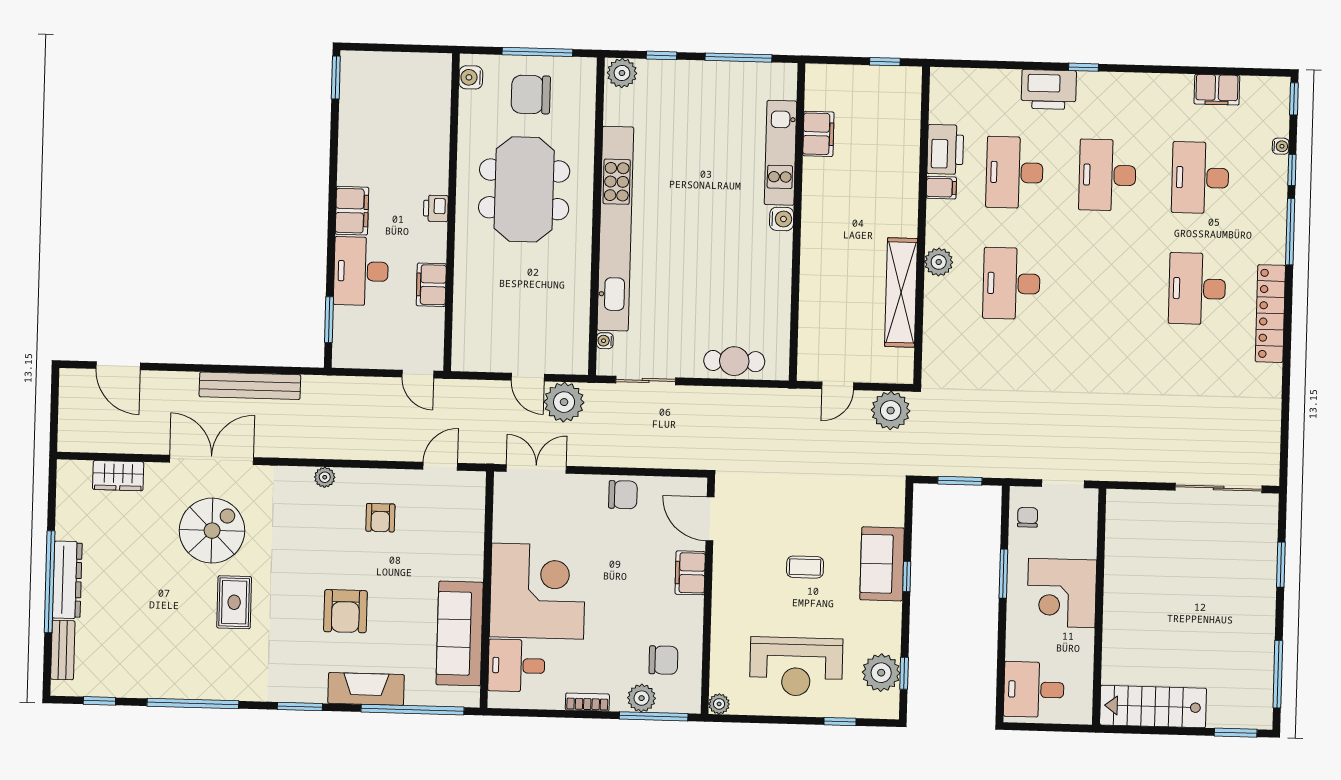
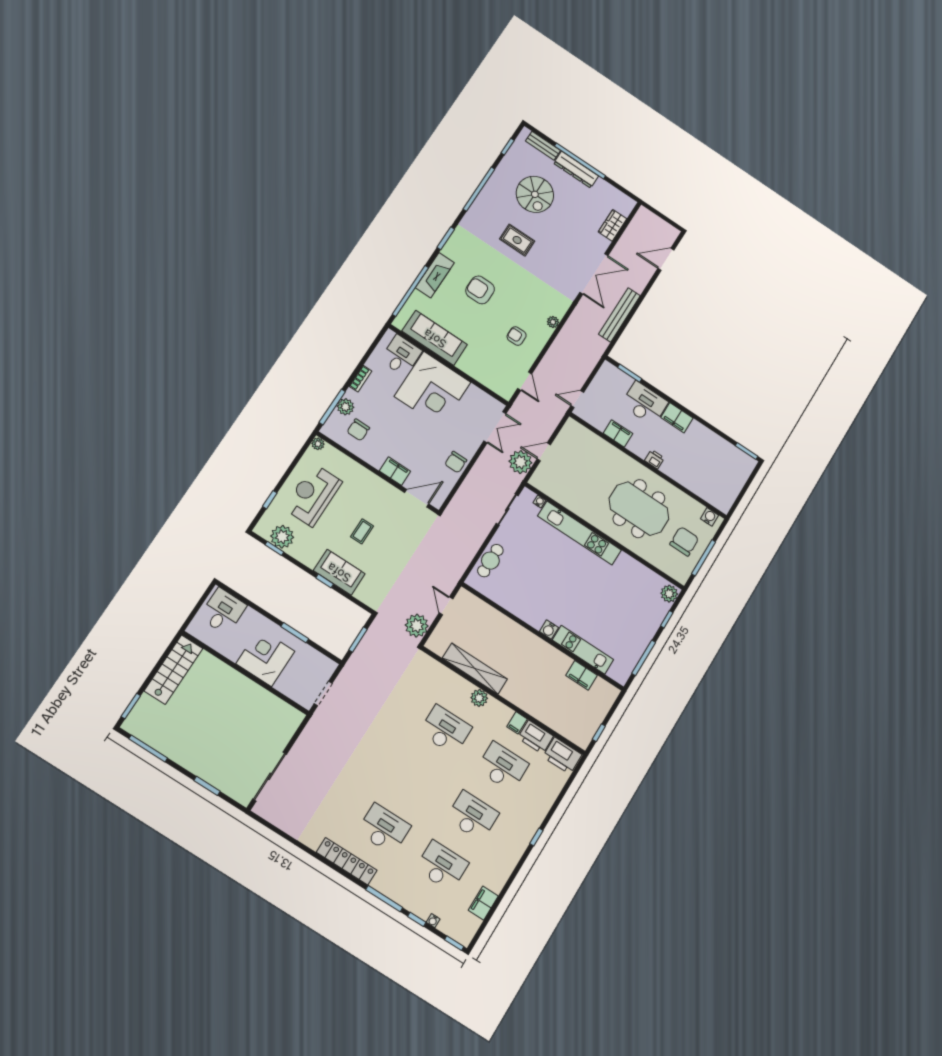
printer: (1049, 90) -> (562, 756), moved, turned -90
kitchen unit: (615, 229) -> (579, 533), width x0.73
chair: (1028, 517) -> (317, 664), removed
spiral stairs: (212, 531) -> (535, 194), moved

